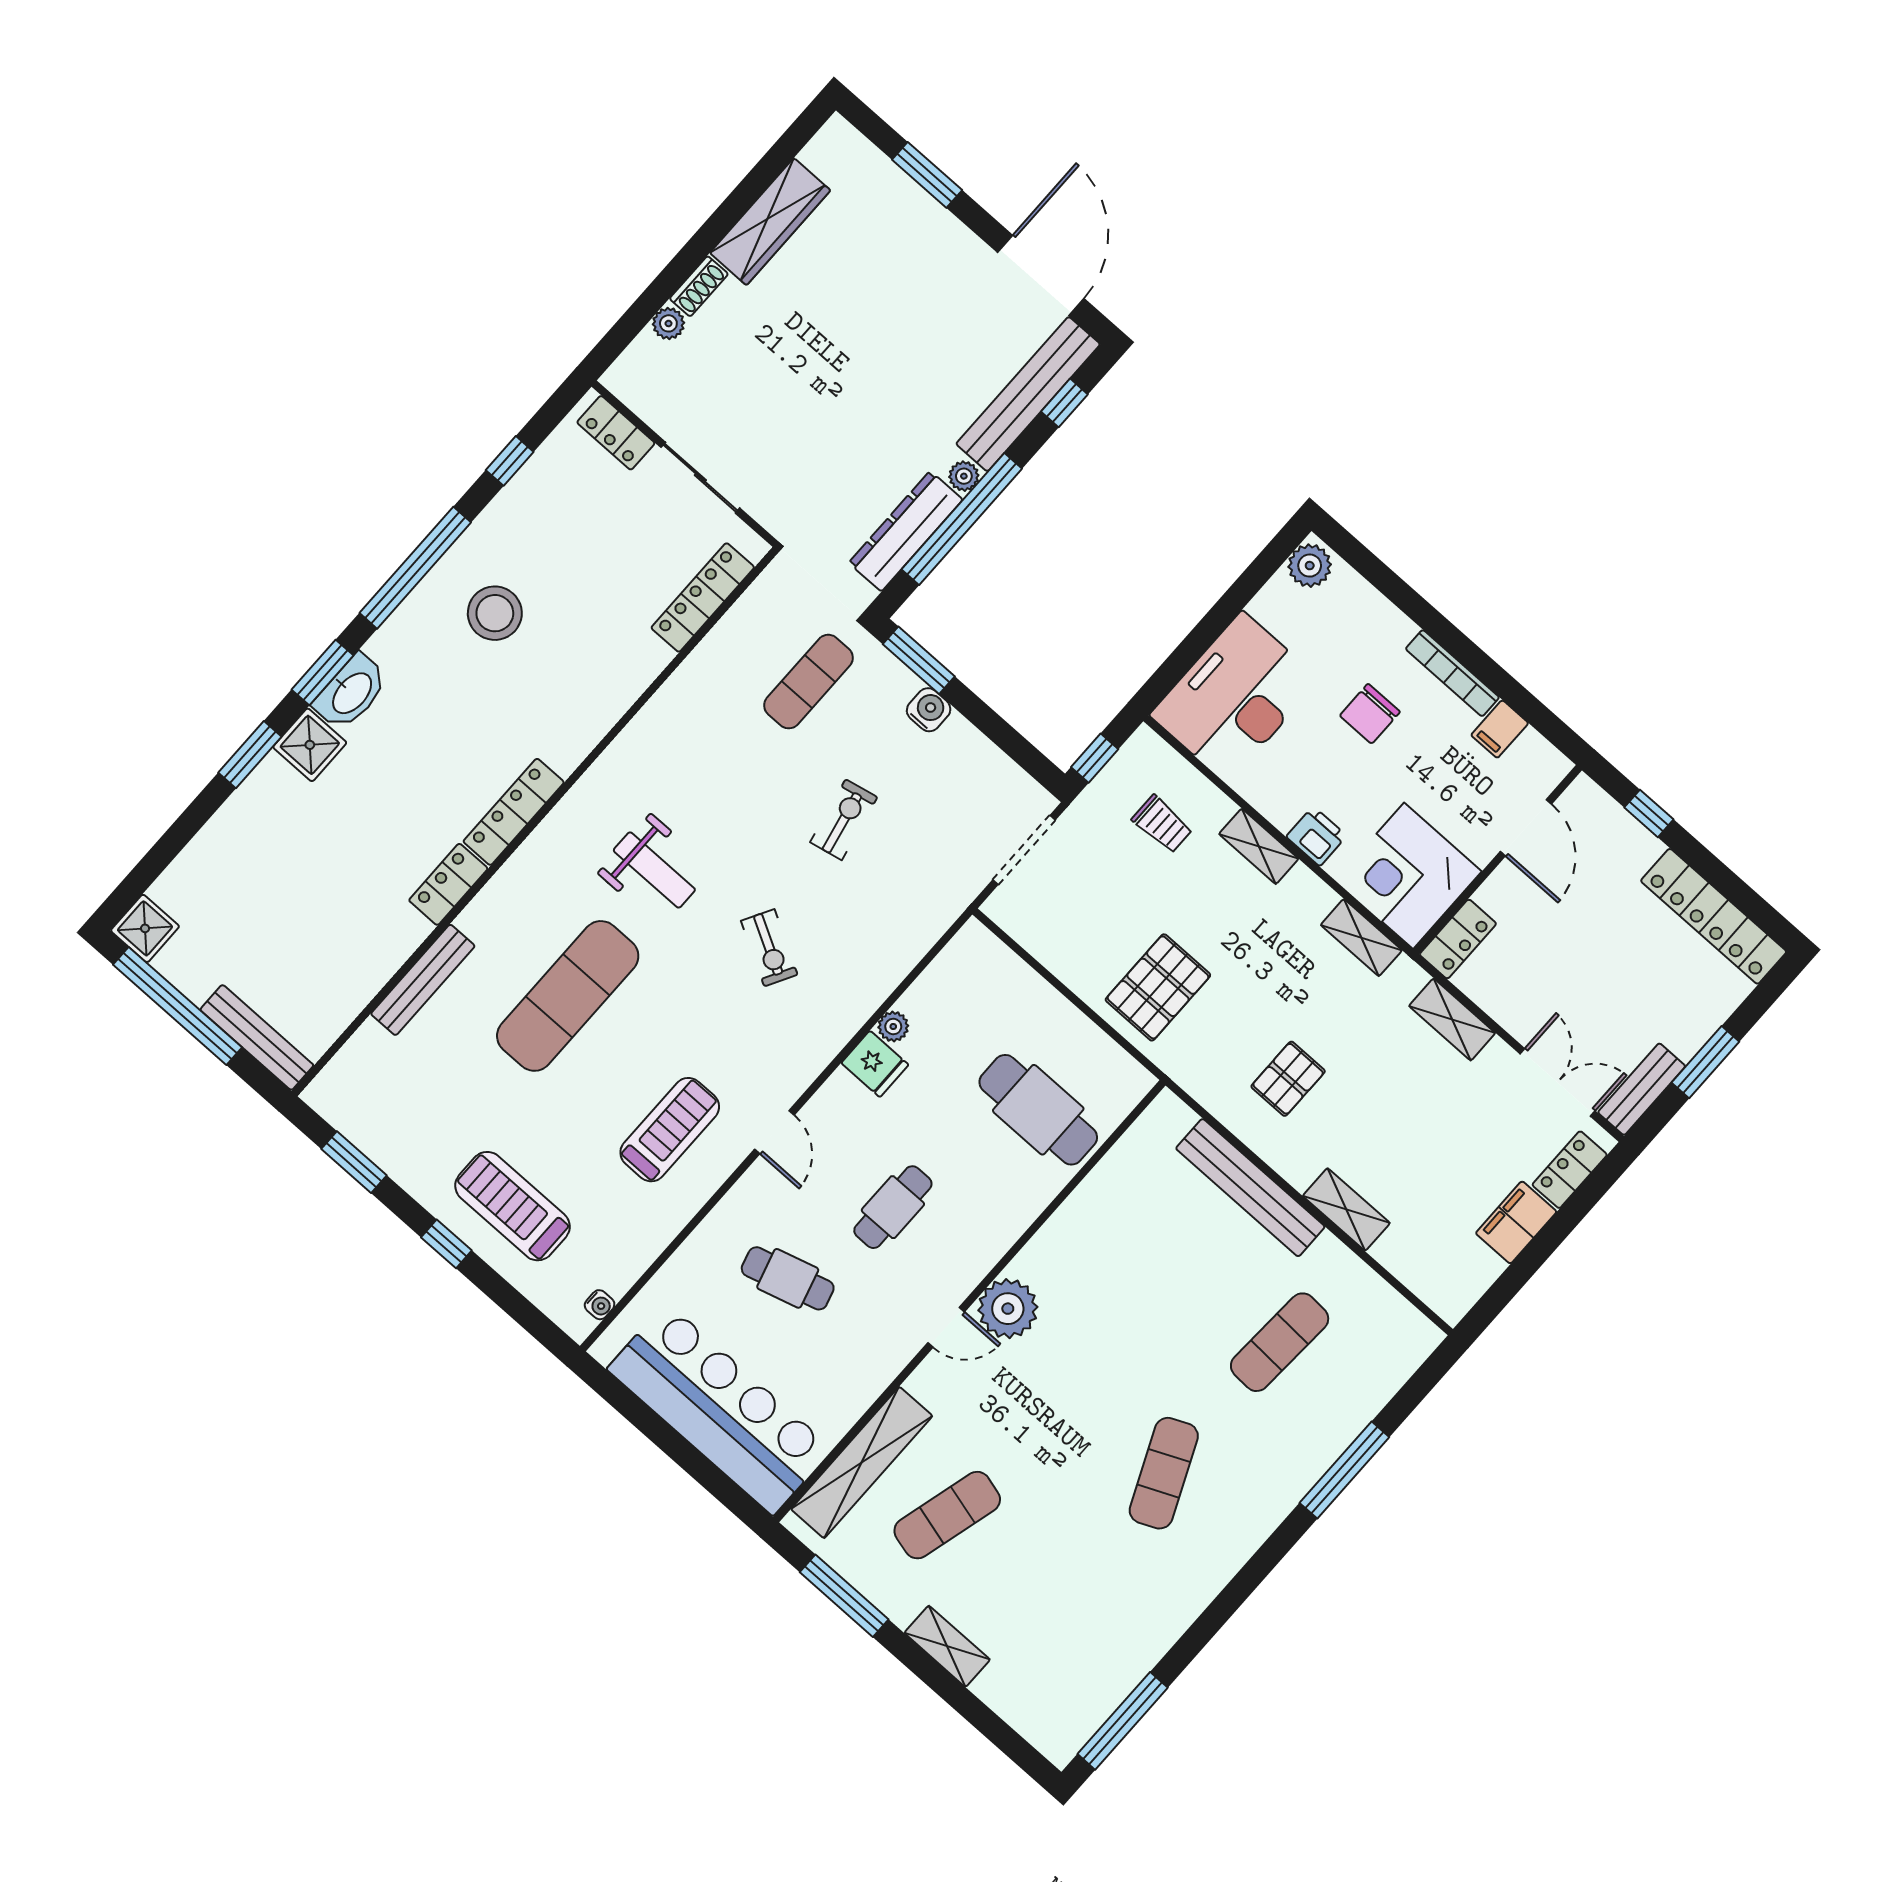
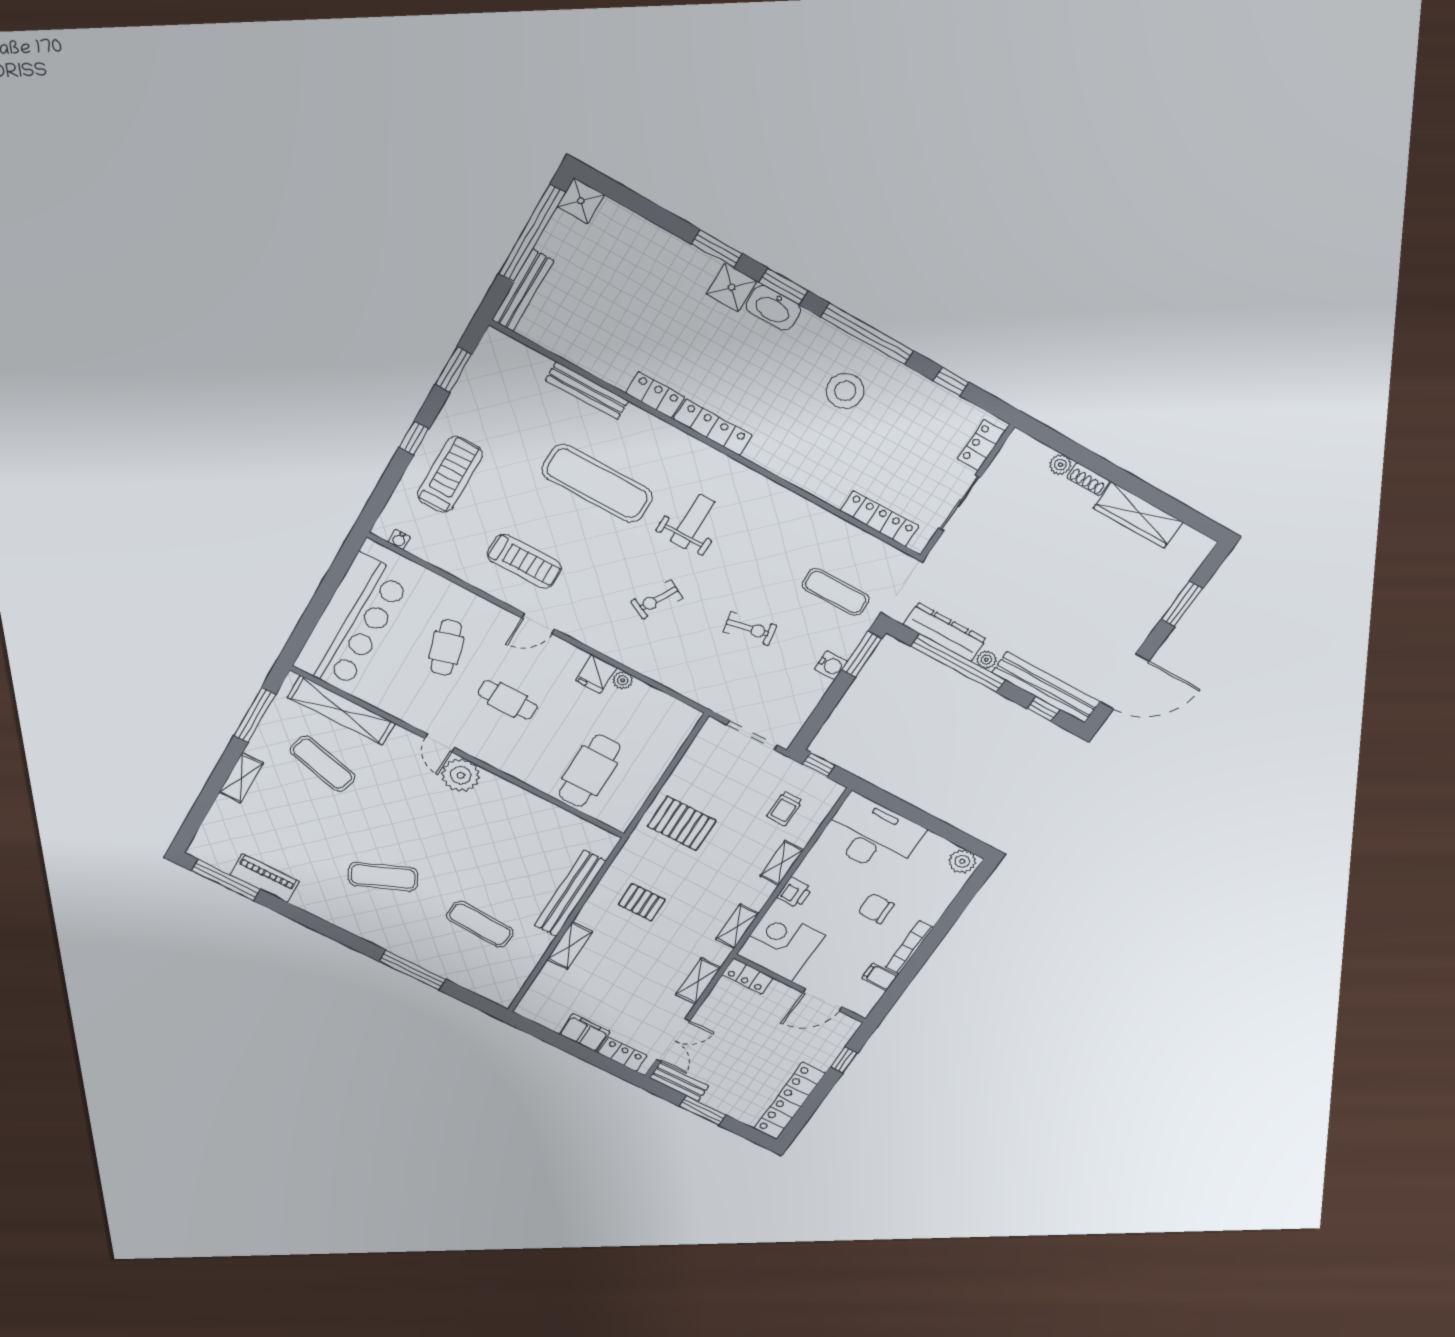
weight bench: (654, 870) -> (693, 521), turned 180
piano: (1131, 1659) -> (265, 878), added

